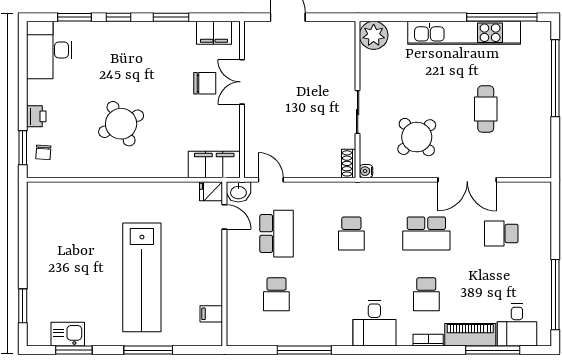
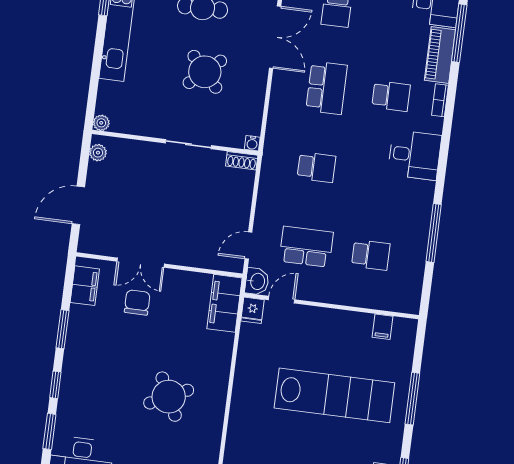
plant: (339, 29) -> (98, 153), added
plant: (374, 35) -> (101, 123), width x0.53, depth x0.53
round table: (417, 137) -> (205, 72), moved

